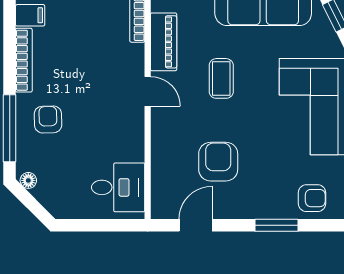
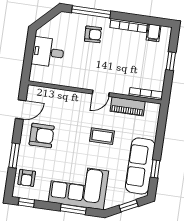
armchair: (218, 162) -> (42, 135), moved
floor lamp: (28, 180) -> (60, 18), removed
desk: (118, 187) -> (48, 52), moved, turned 90
door: (196, 225) -> (21, 110), hinge flipped

